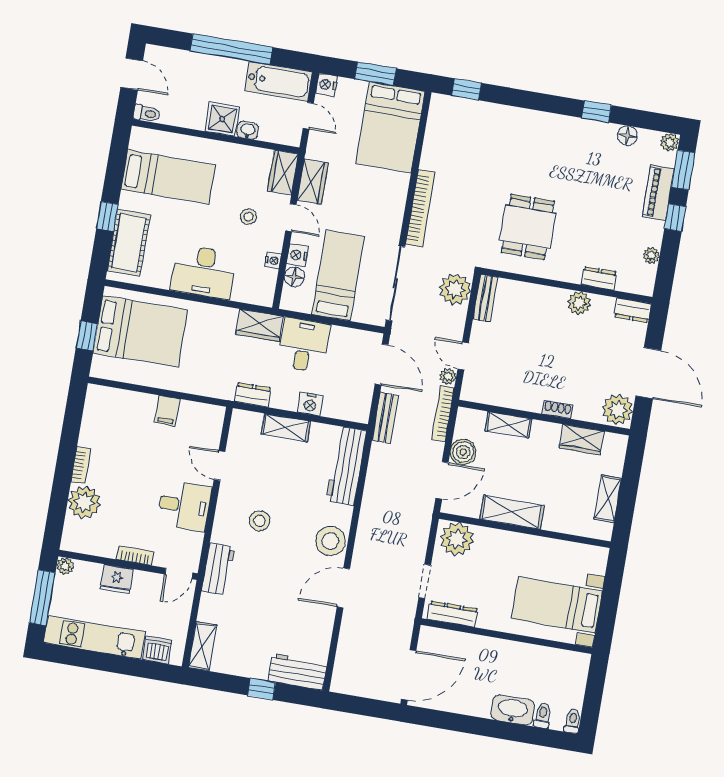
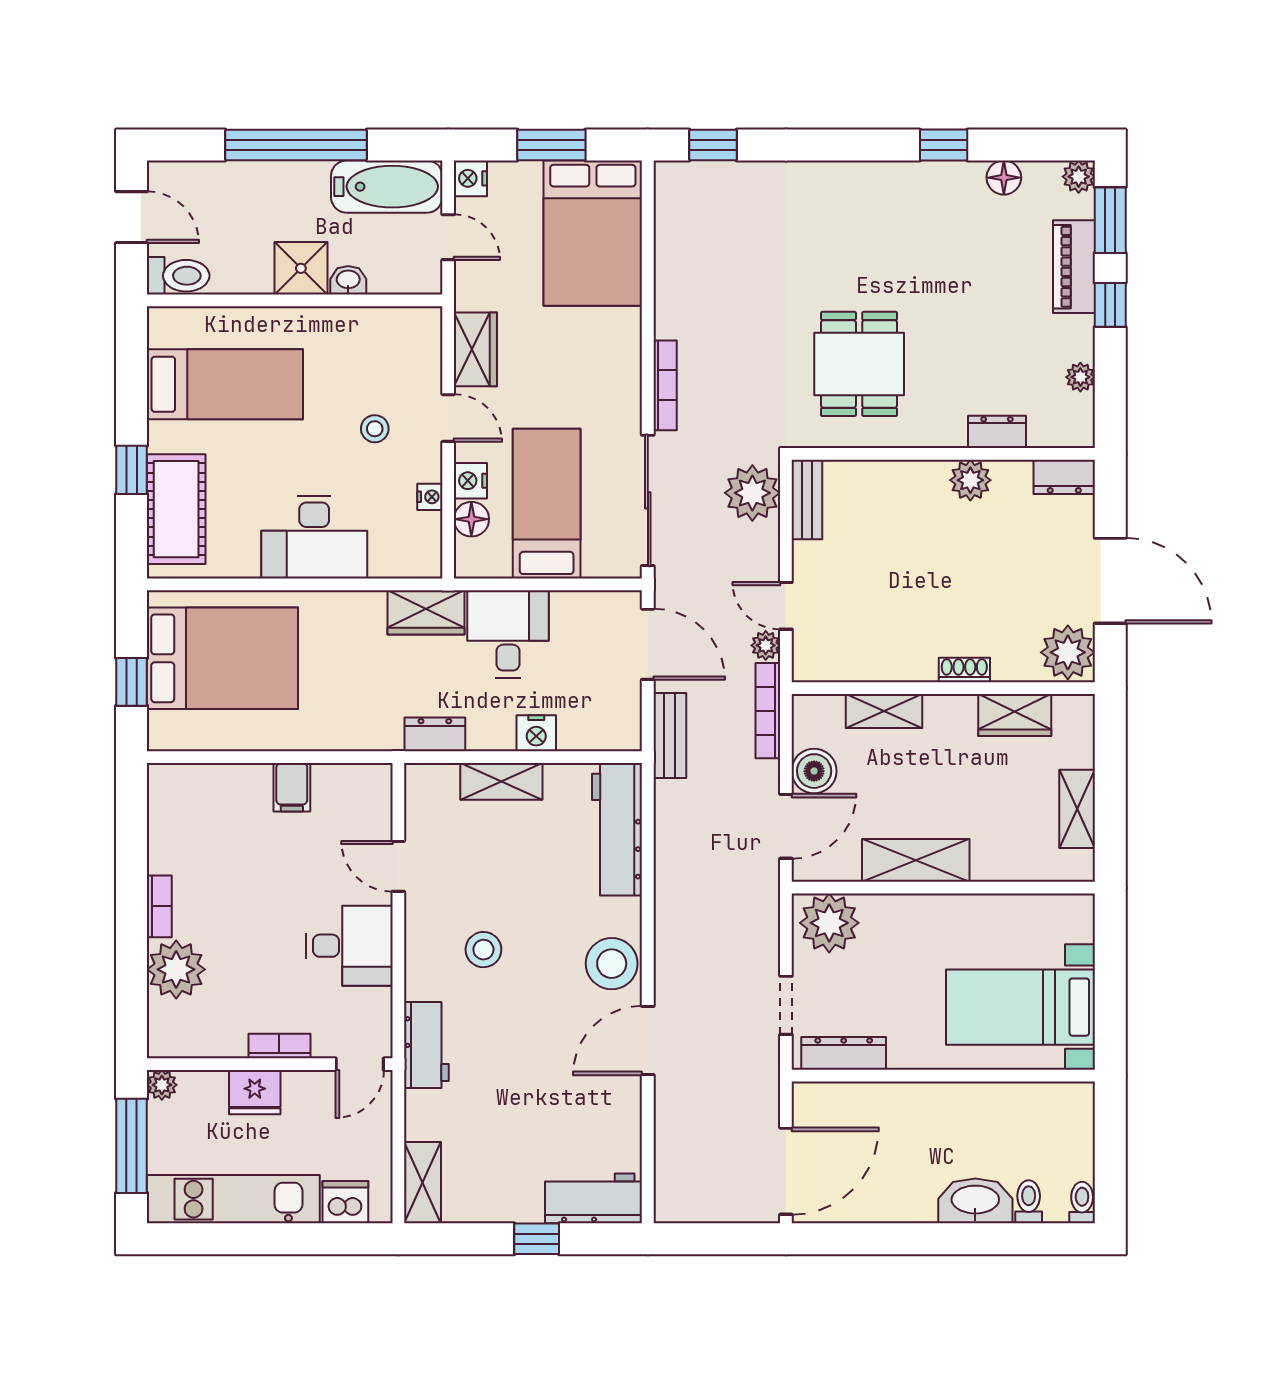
toilet: (147, 113) -> (178, 276), width x1.37, depth x1.39
wardrobe: (283, 173) -> (421, 343), removed
bookcase: (420, 208) -> (665, 385), width x0.68, depth x0.76

